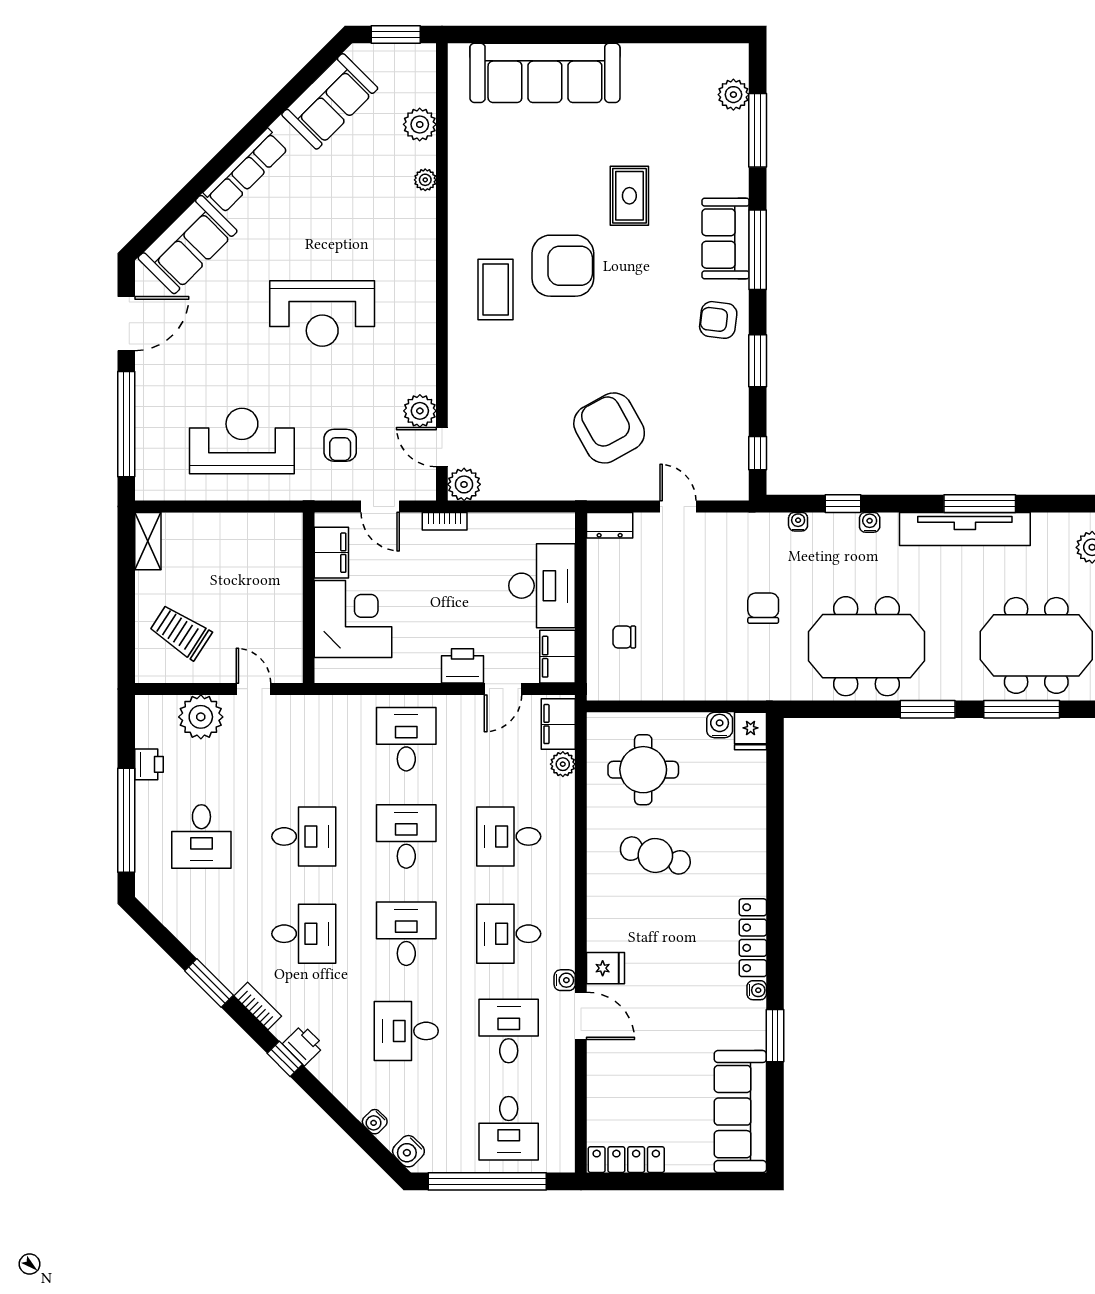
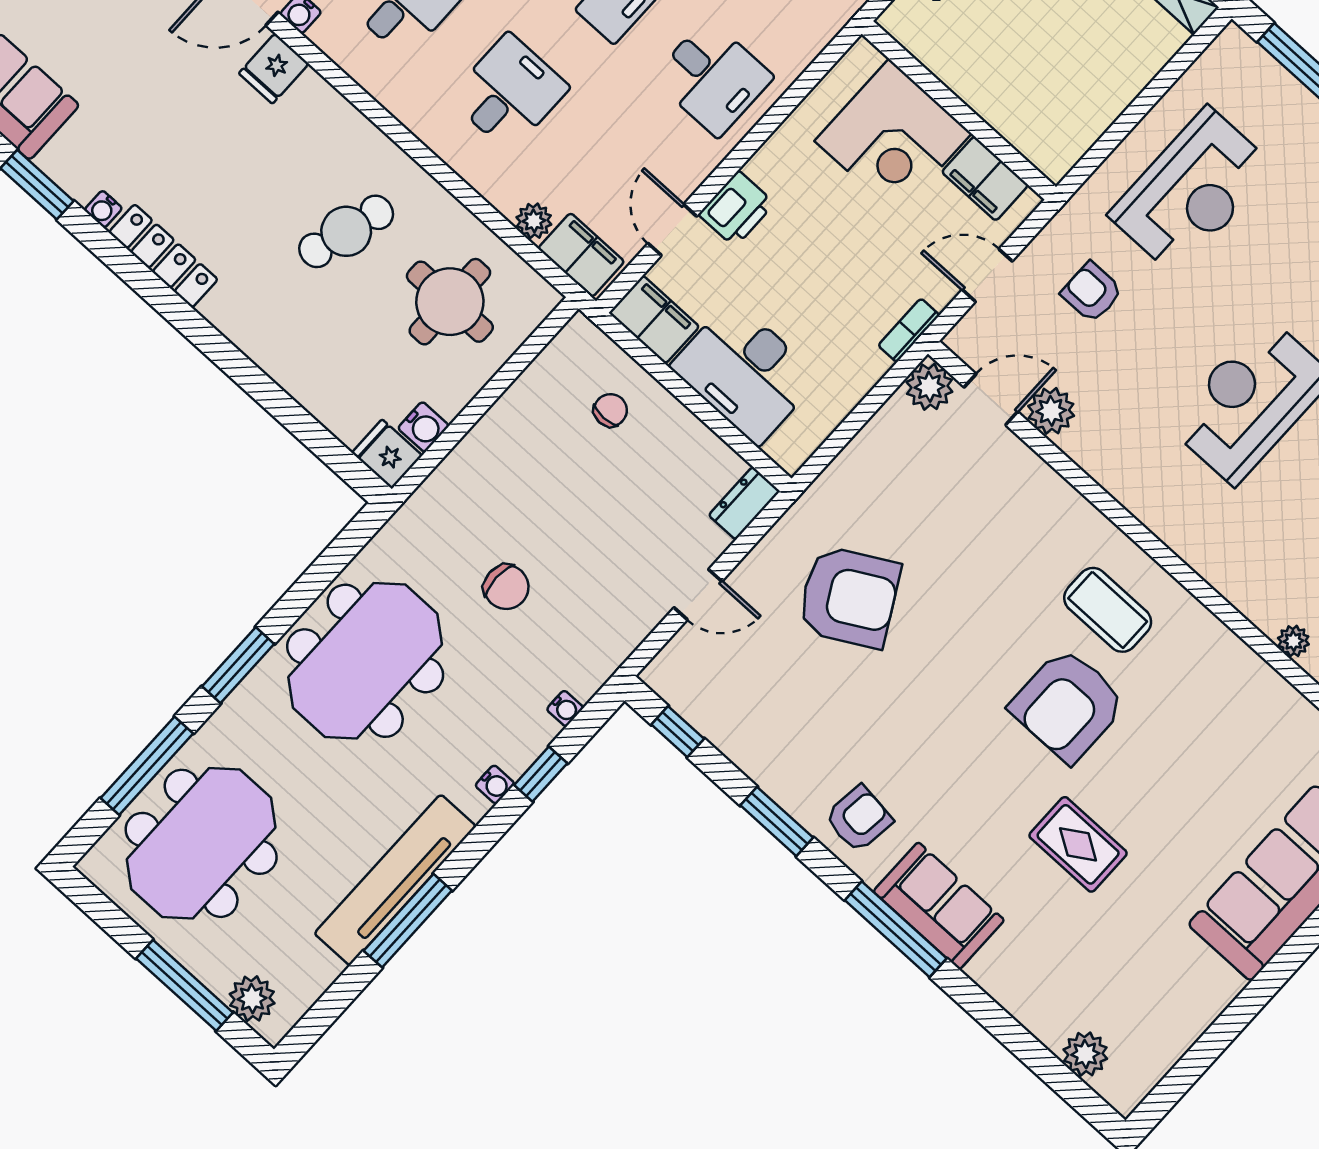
window: (758, 130) -> (1024, 1045), removed

